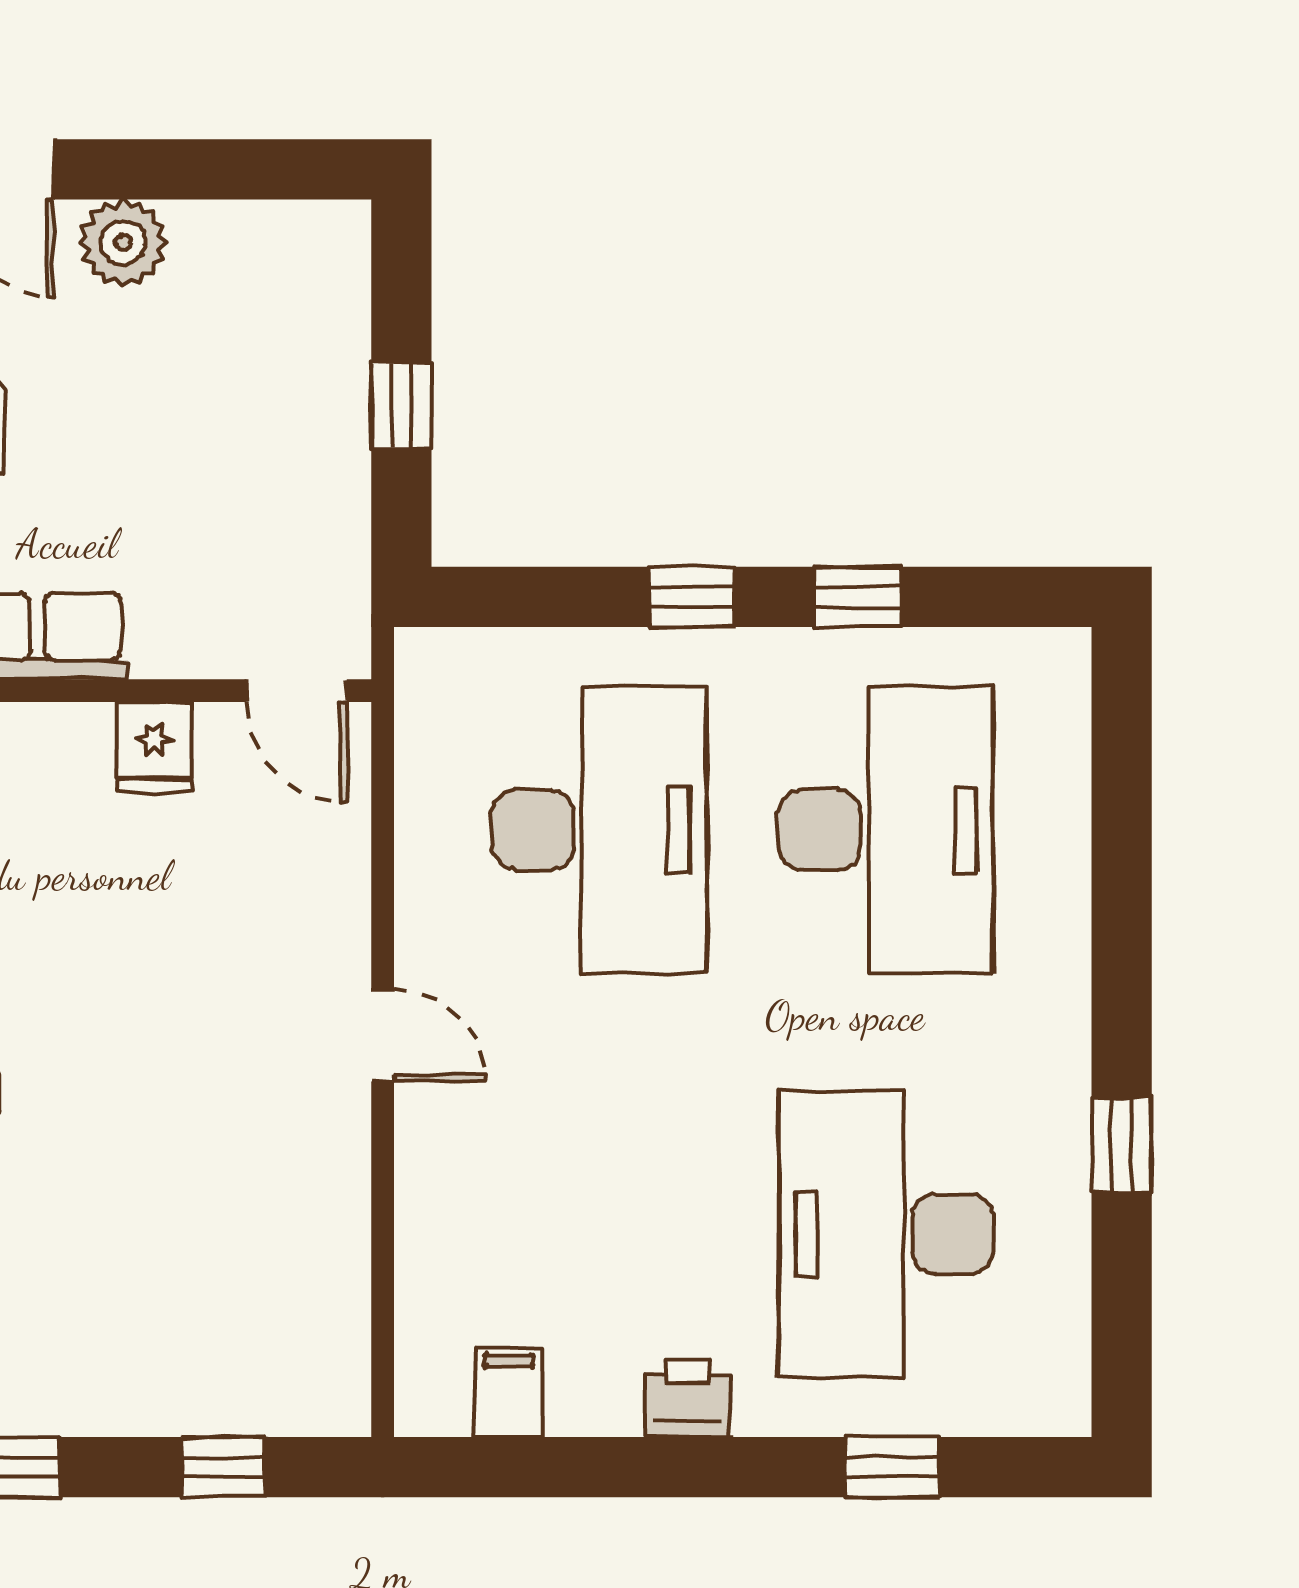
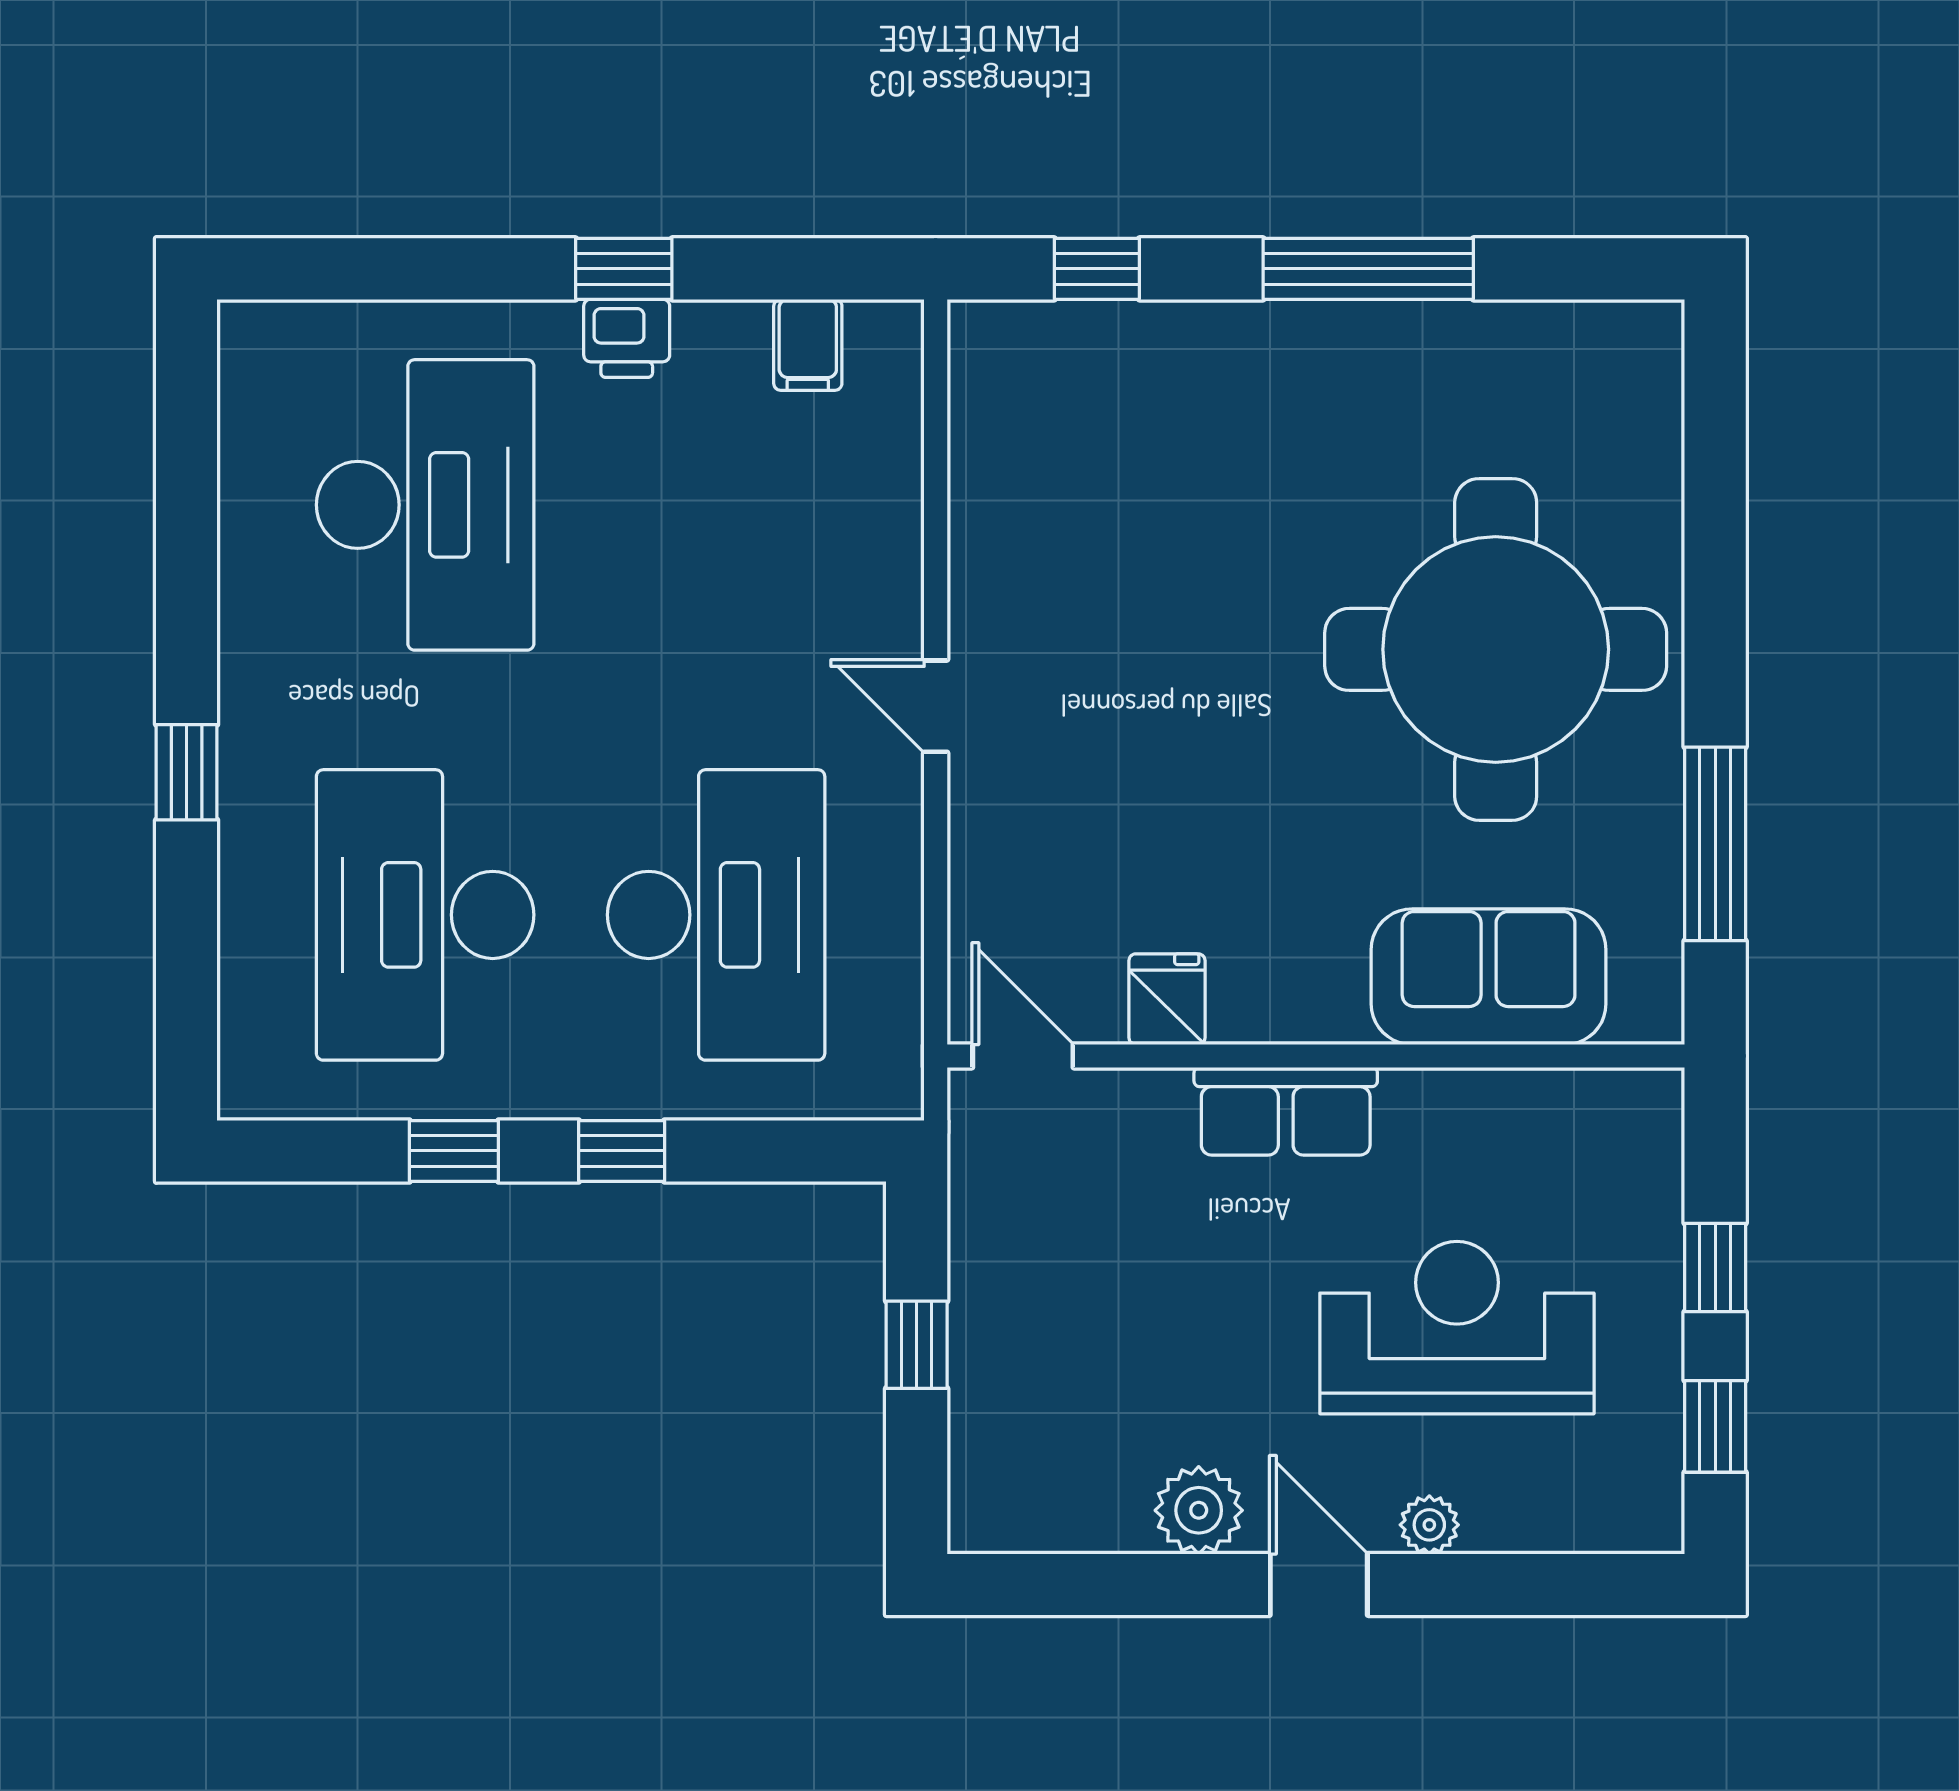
desk: (599, 830) -> (716, 915), turned 180
window: (1122, 1145) -> (187, 772), moved
window: (892, 1467) -> (624, 269), moved

